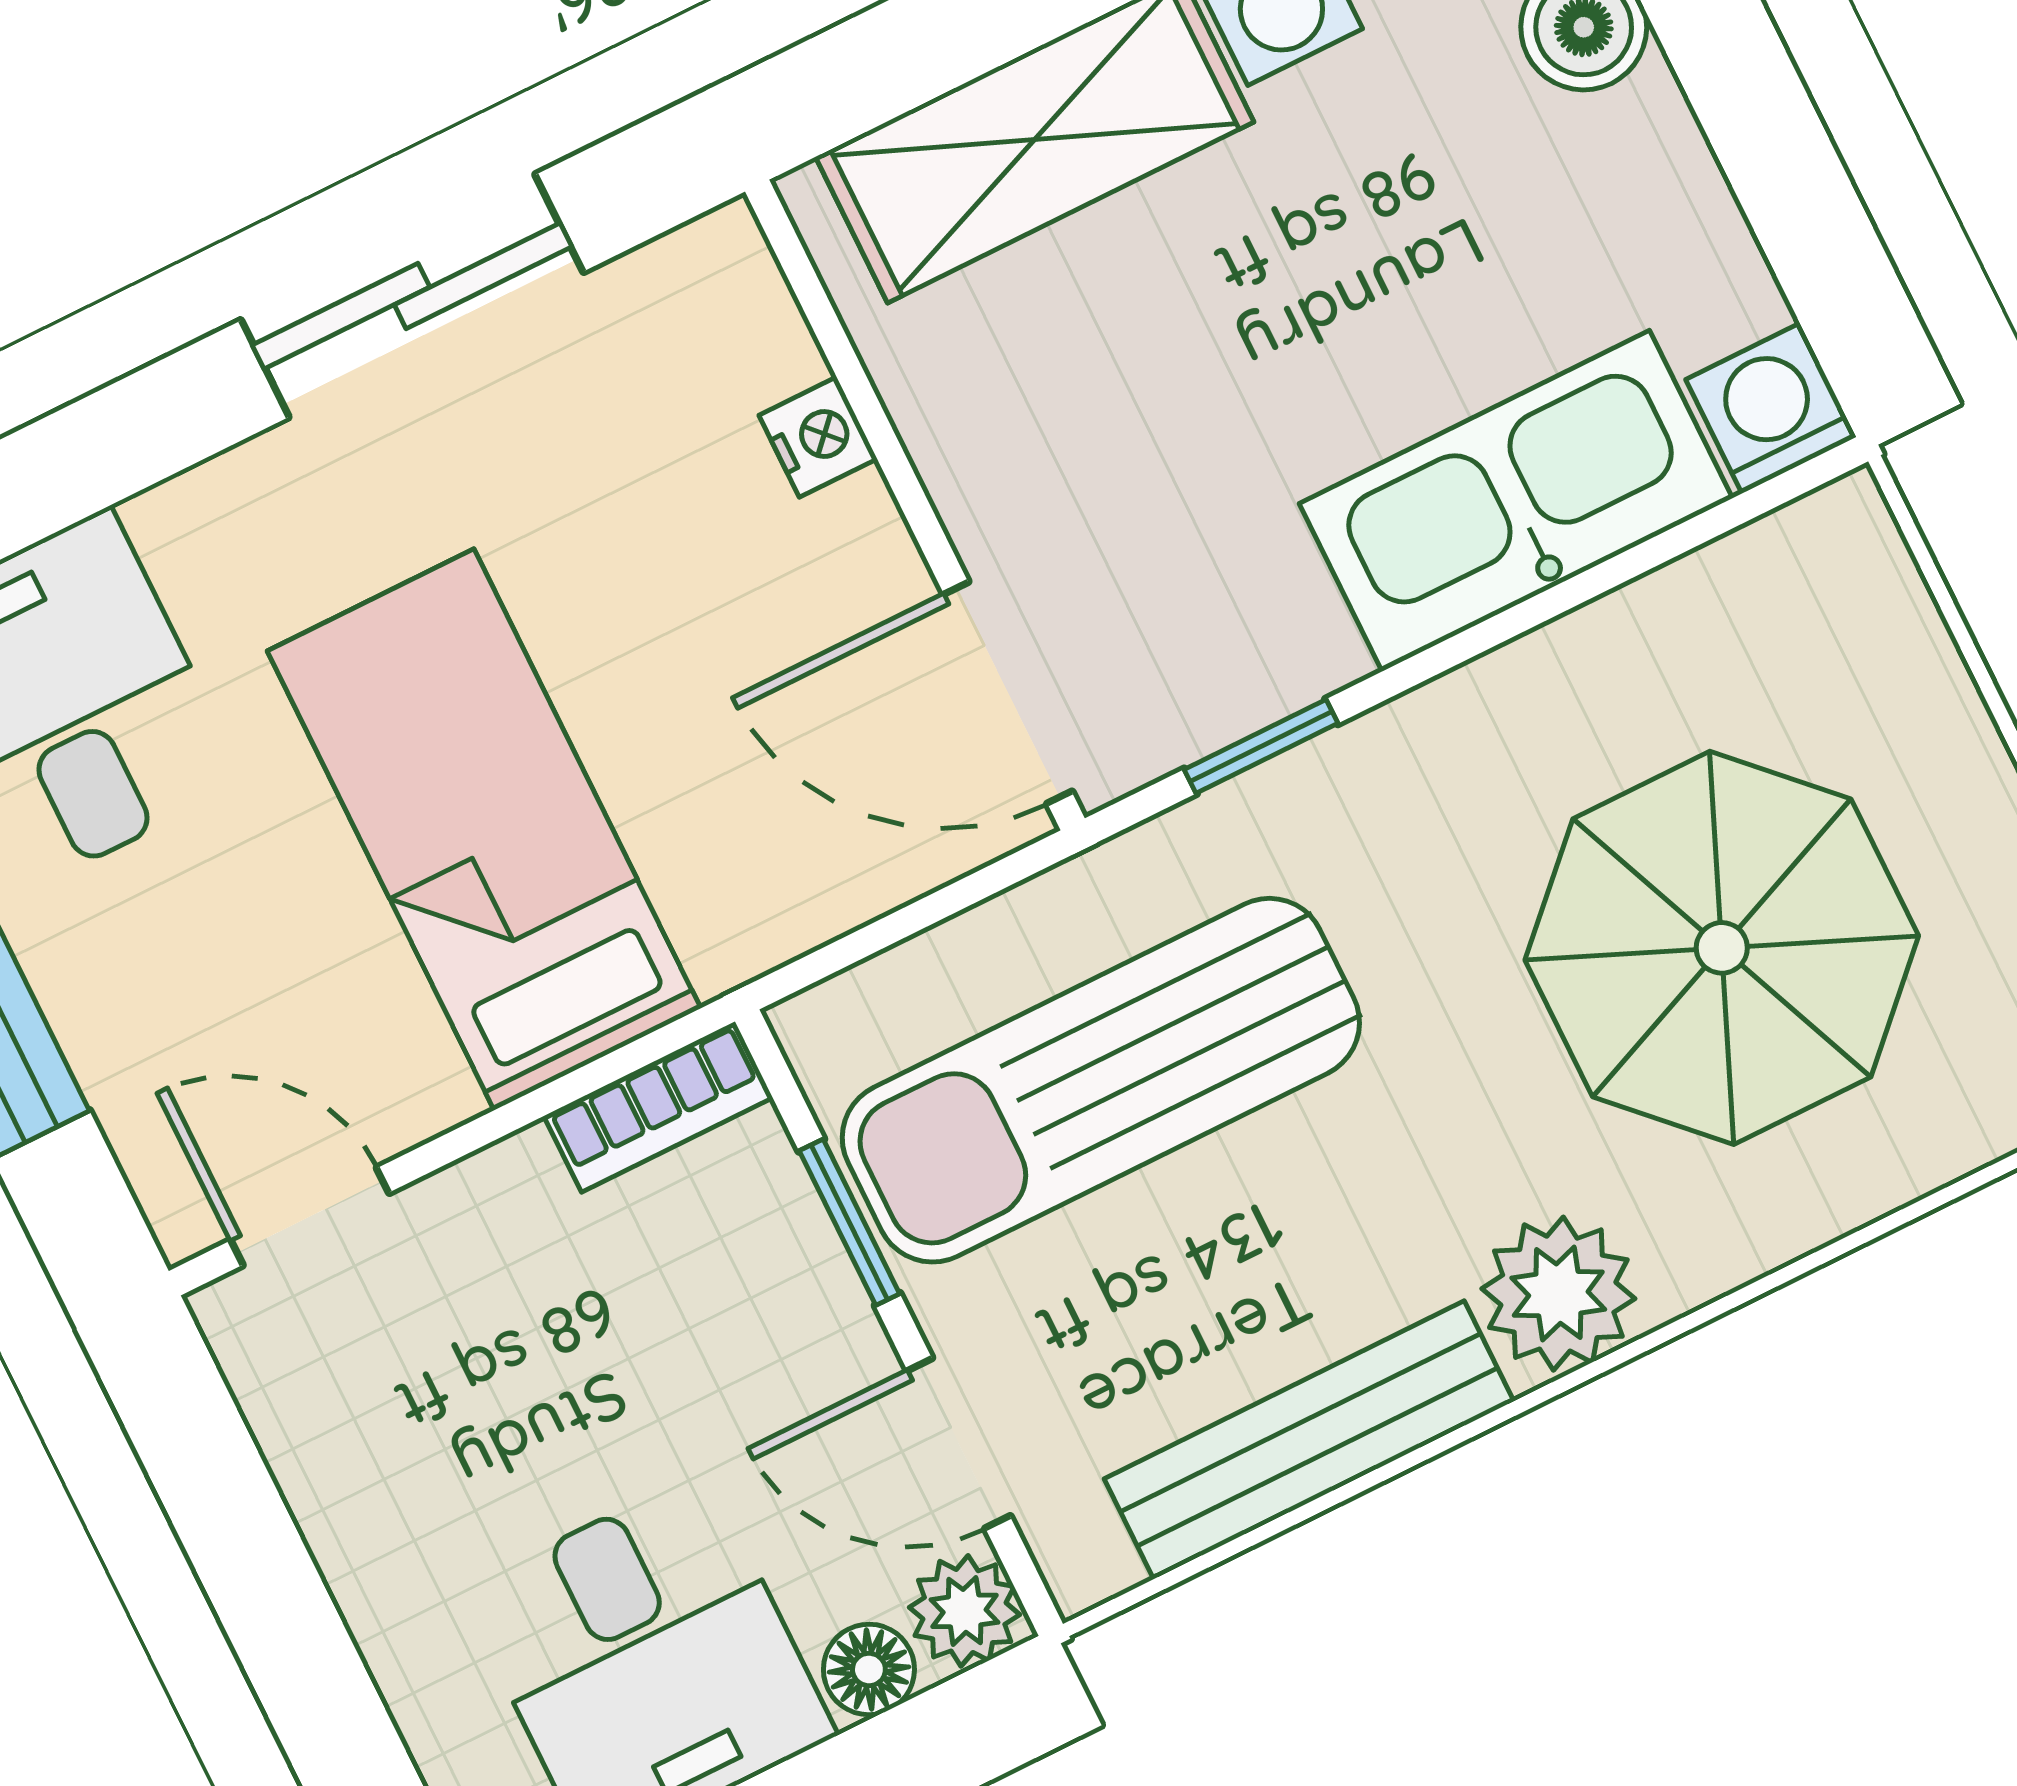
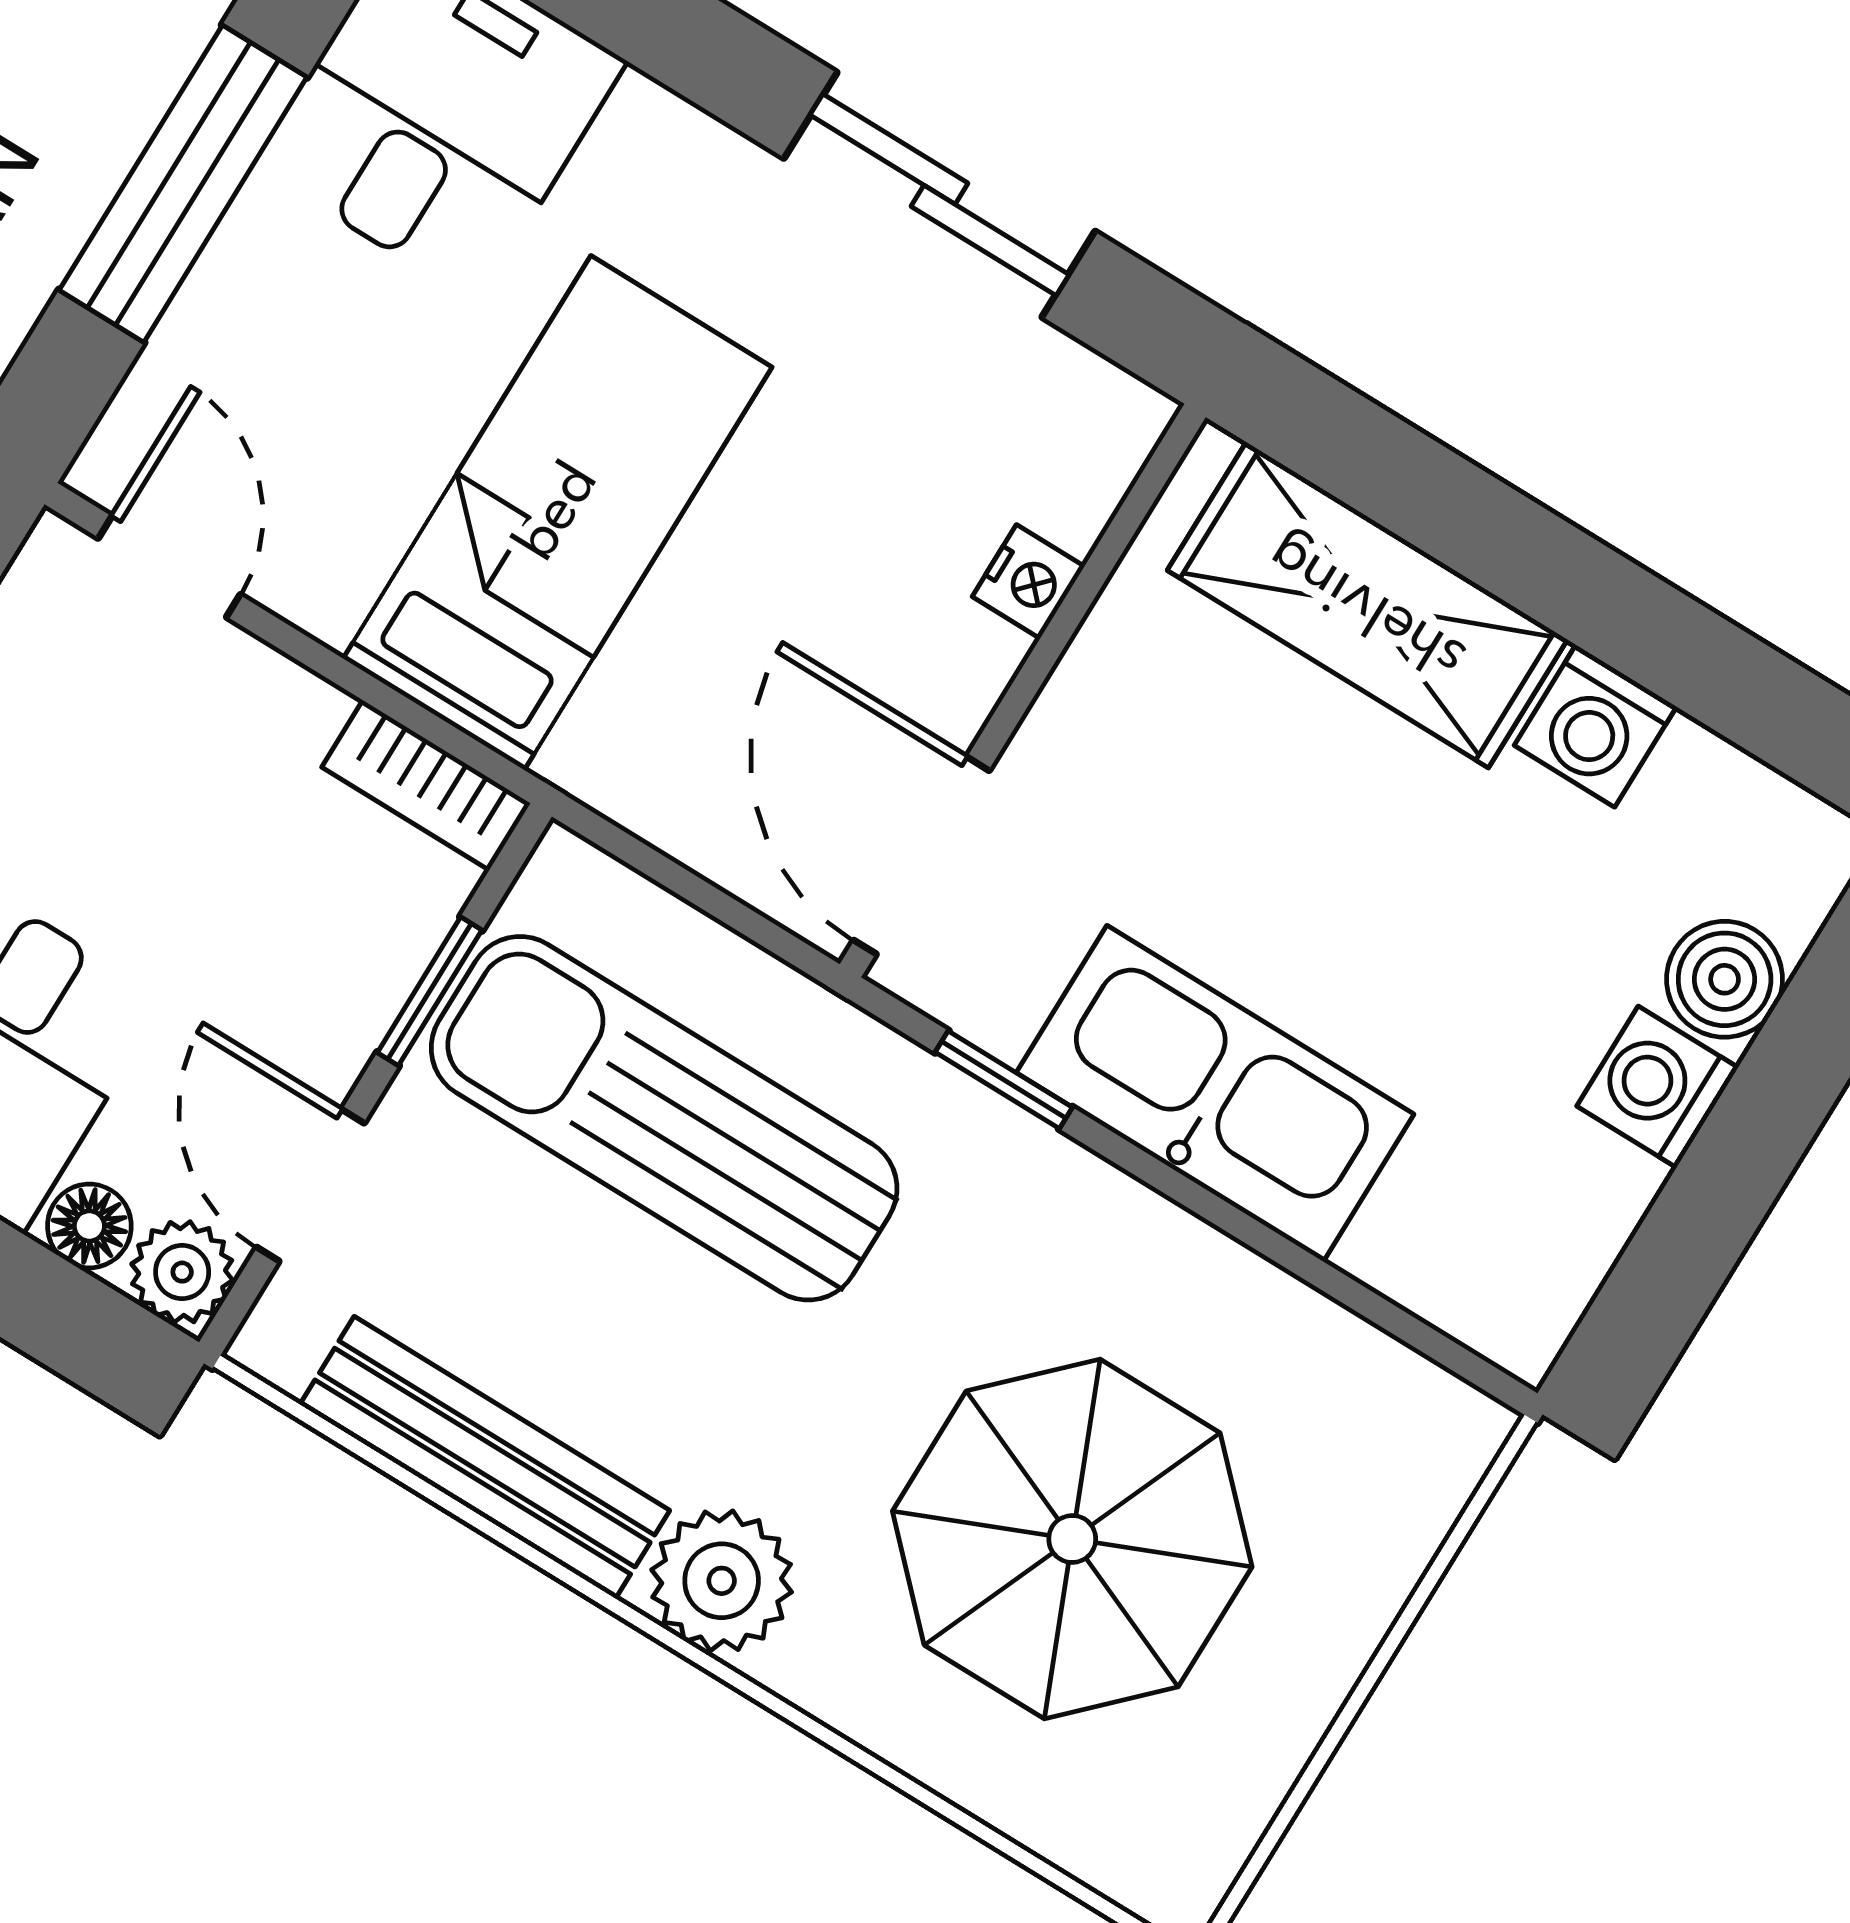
washing machine: (1771, 408) -> (1657, 1087), moved, turned -90
kitchen sink: (1516, 501) -> (1215, 1093), moved

